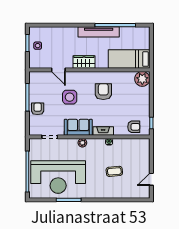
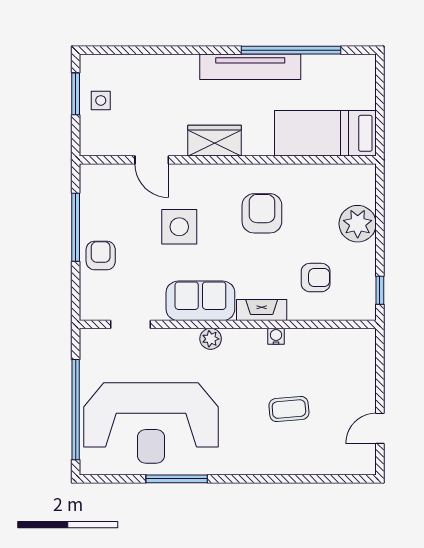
plant: (142, 79) -> (358, 224), moved
armchair: (134, 127) -> (316, 278), moved

